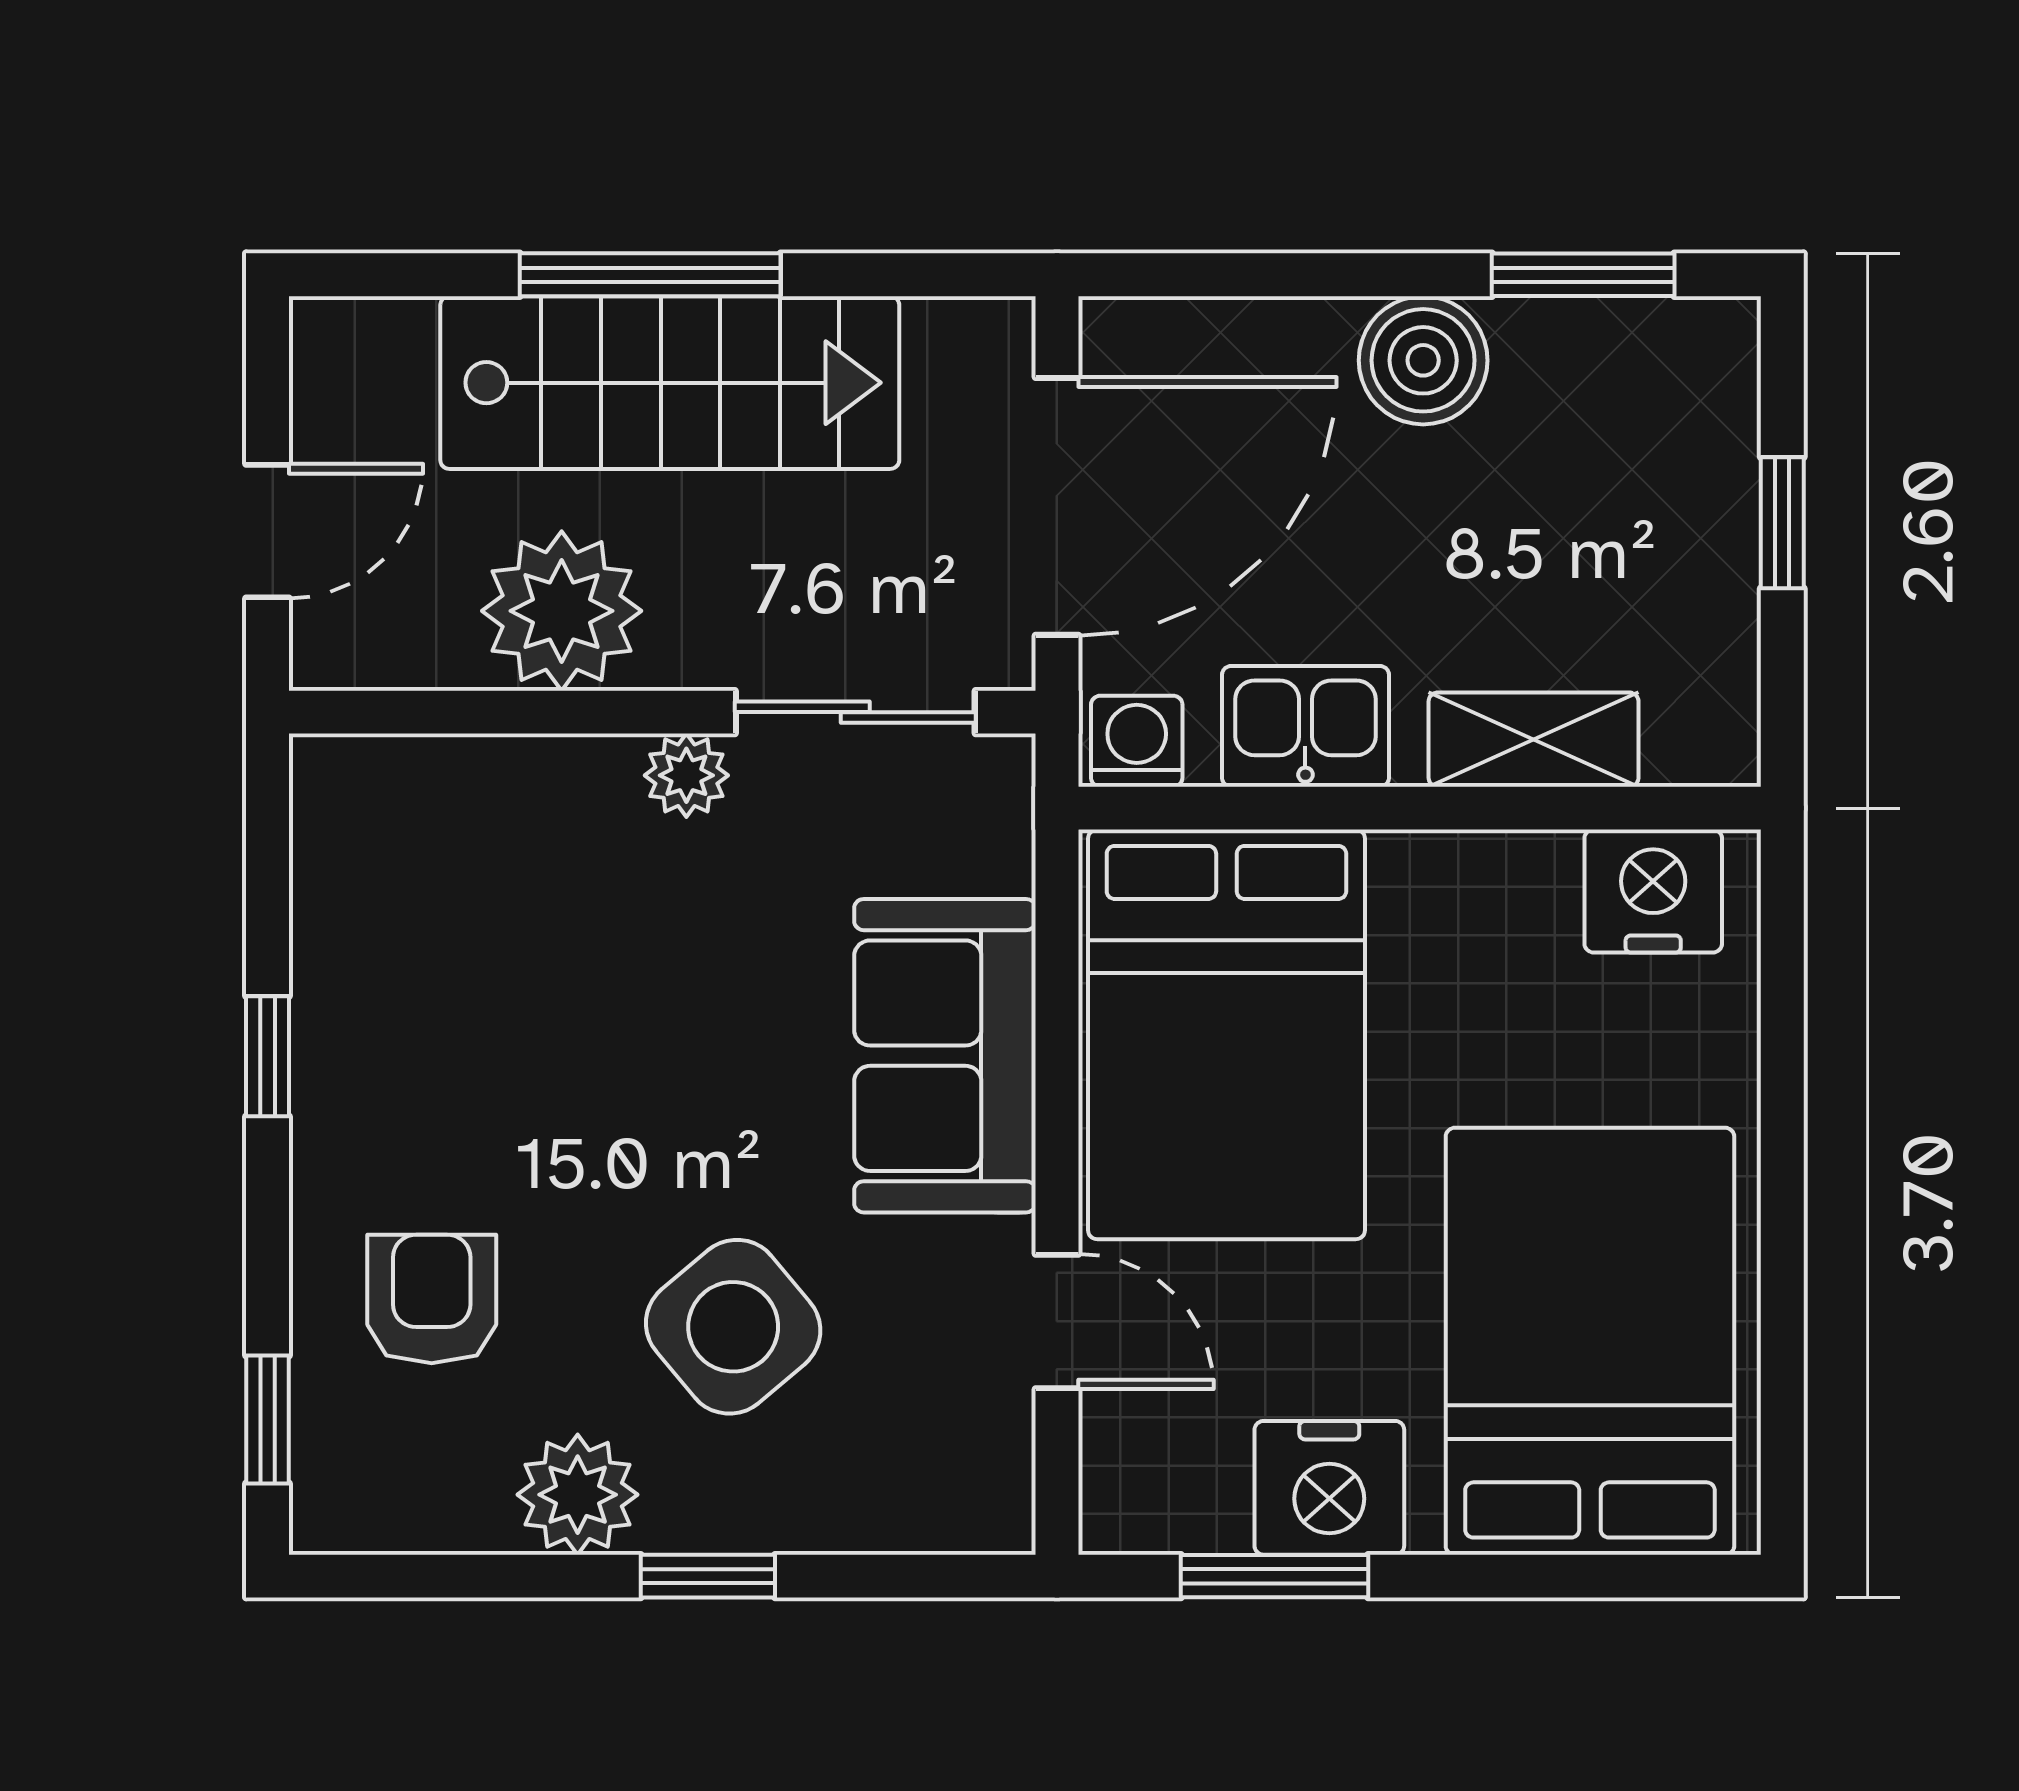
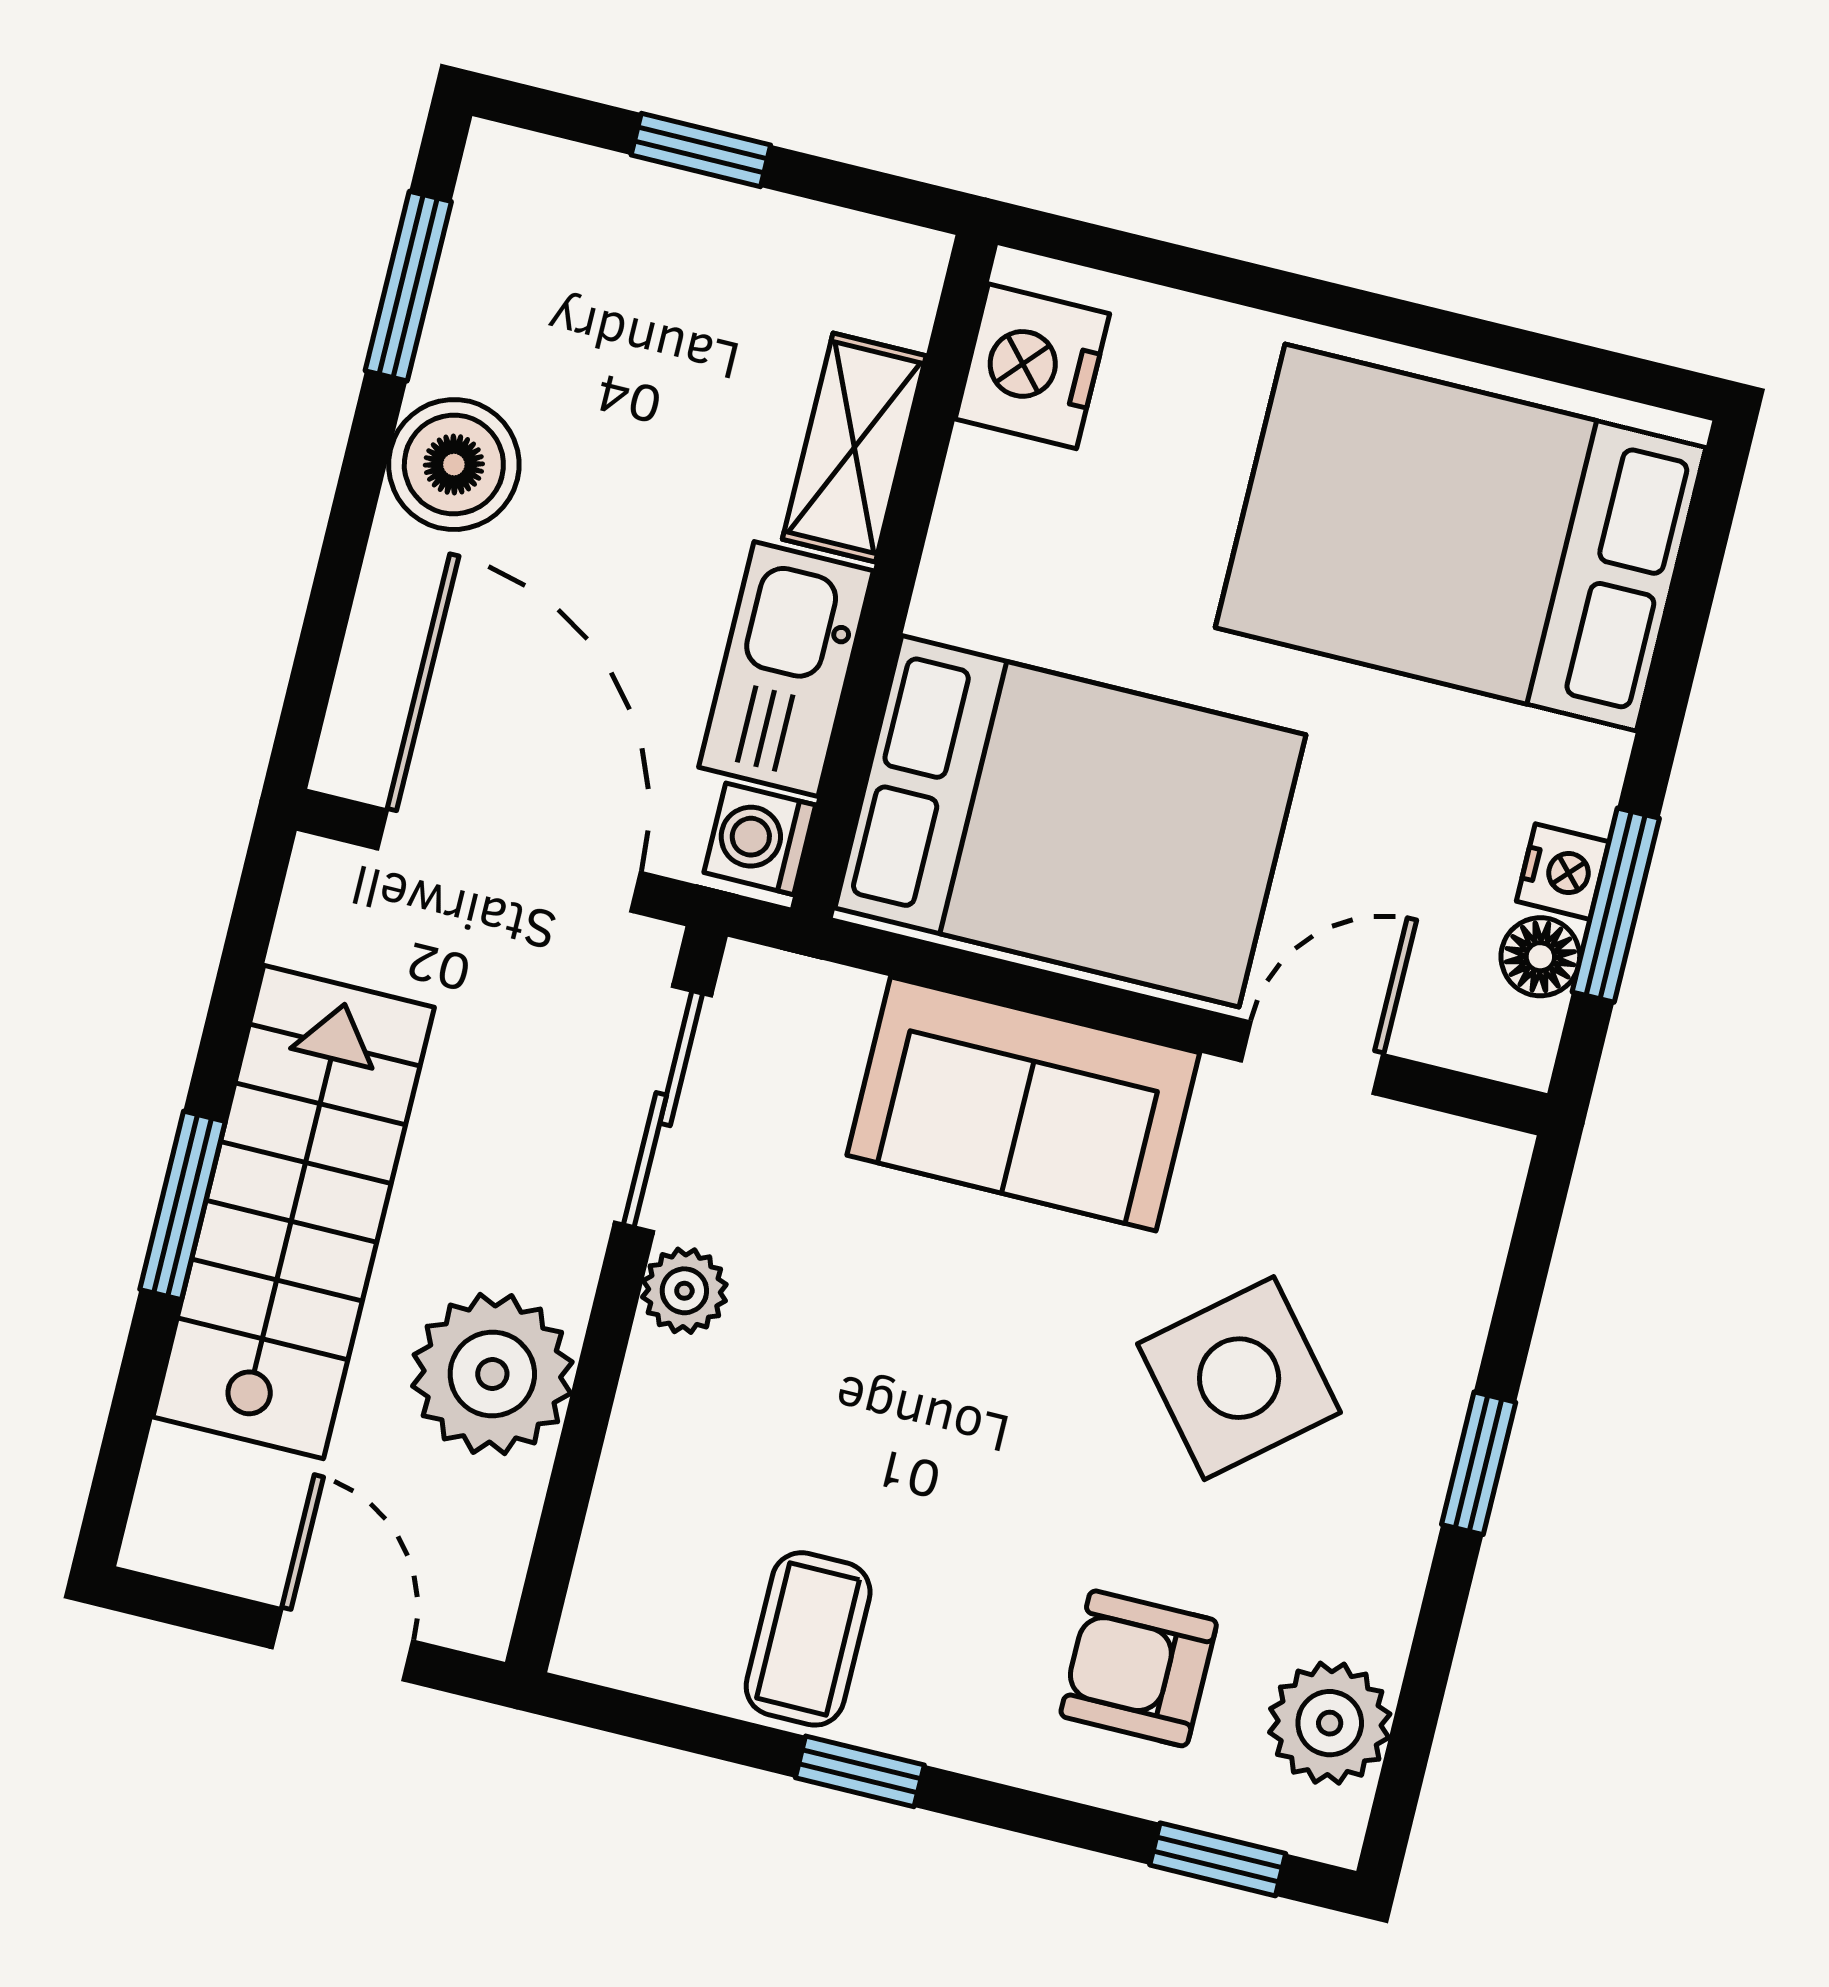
window: (650, 275) -> (182, 1205), width x0.69
kitchen sink: (1305, 726) -> (786, 669), width x1.38
coffee table: (382, 975) -> (808, 1639), added
nightstand: (1329, 1488) -> (1563, 872), width x0.53, depth x0.56
plant: (578, 1495) -> (1330, 1723), moved
floor lamp: (1207, 1516) -> (1540, 957), added

